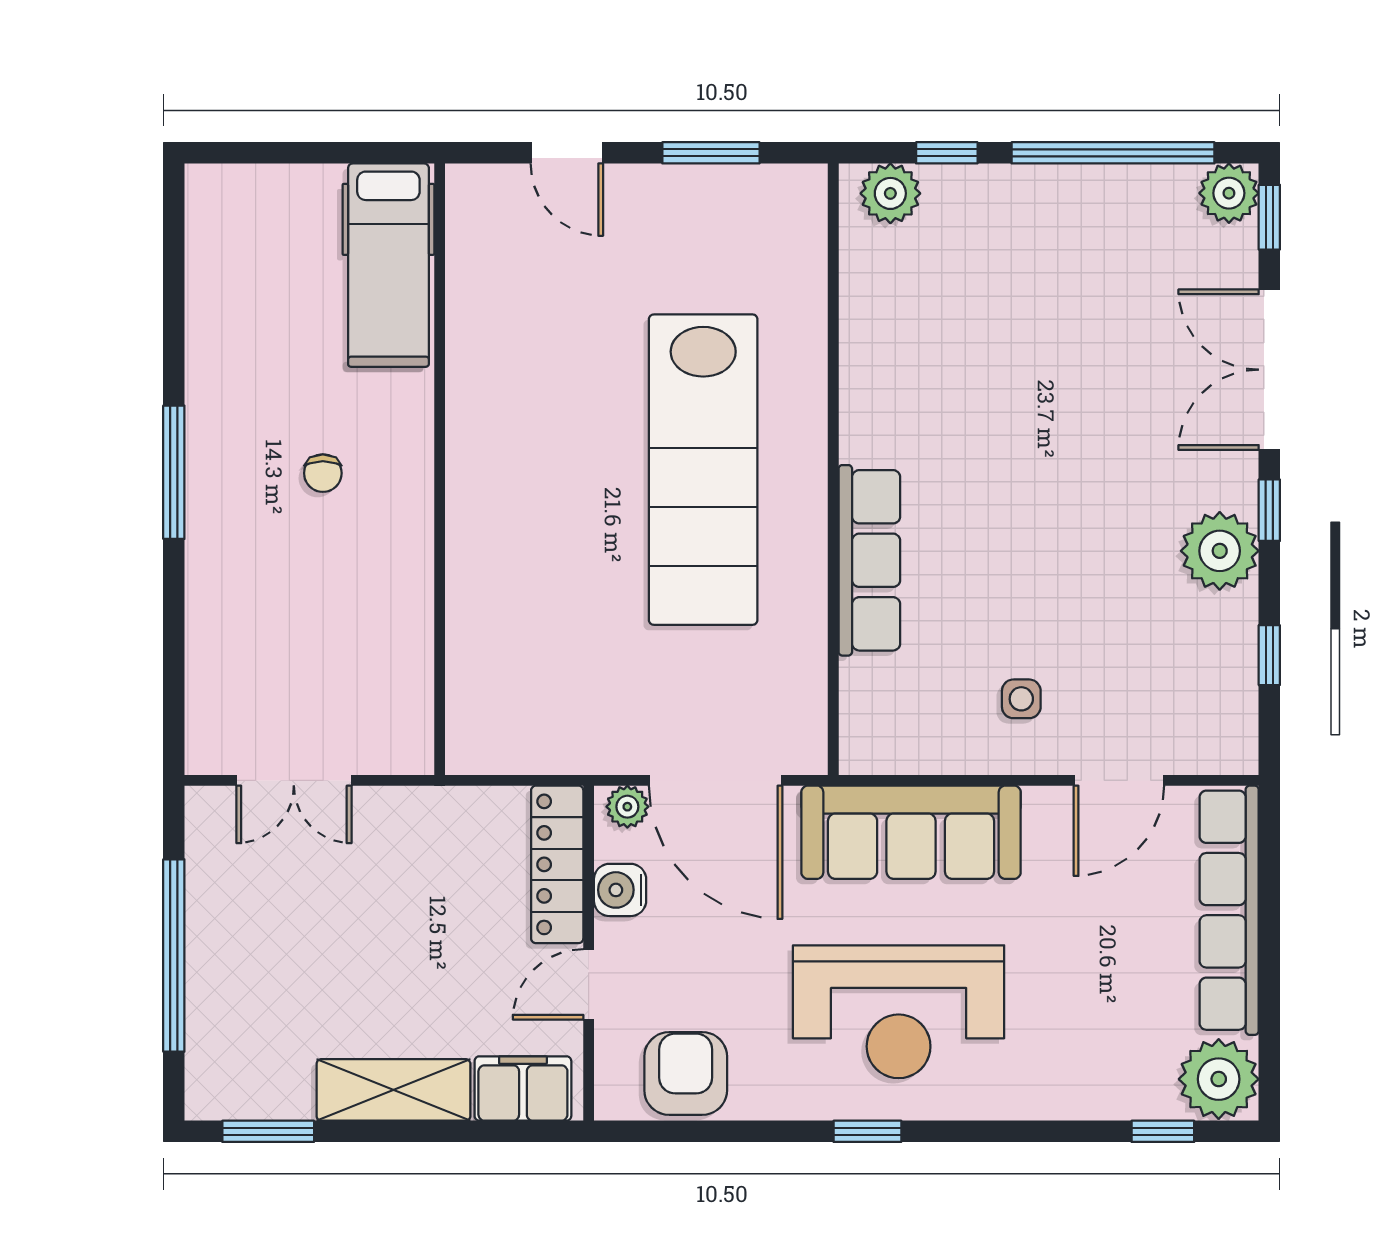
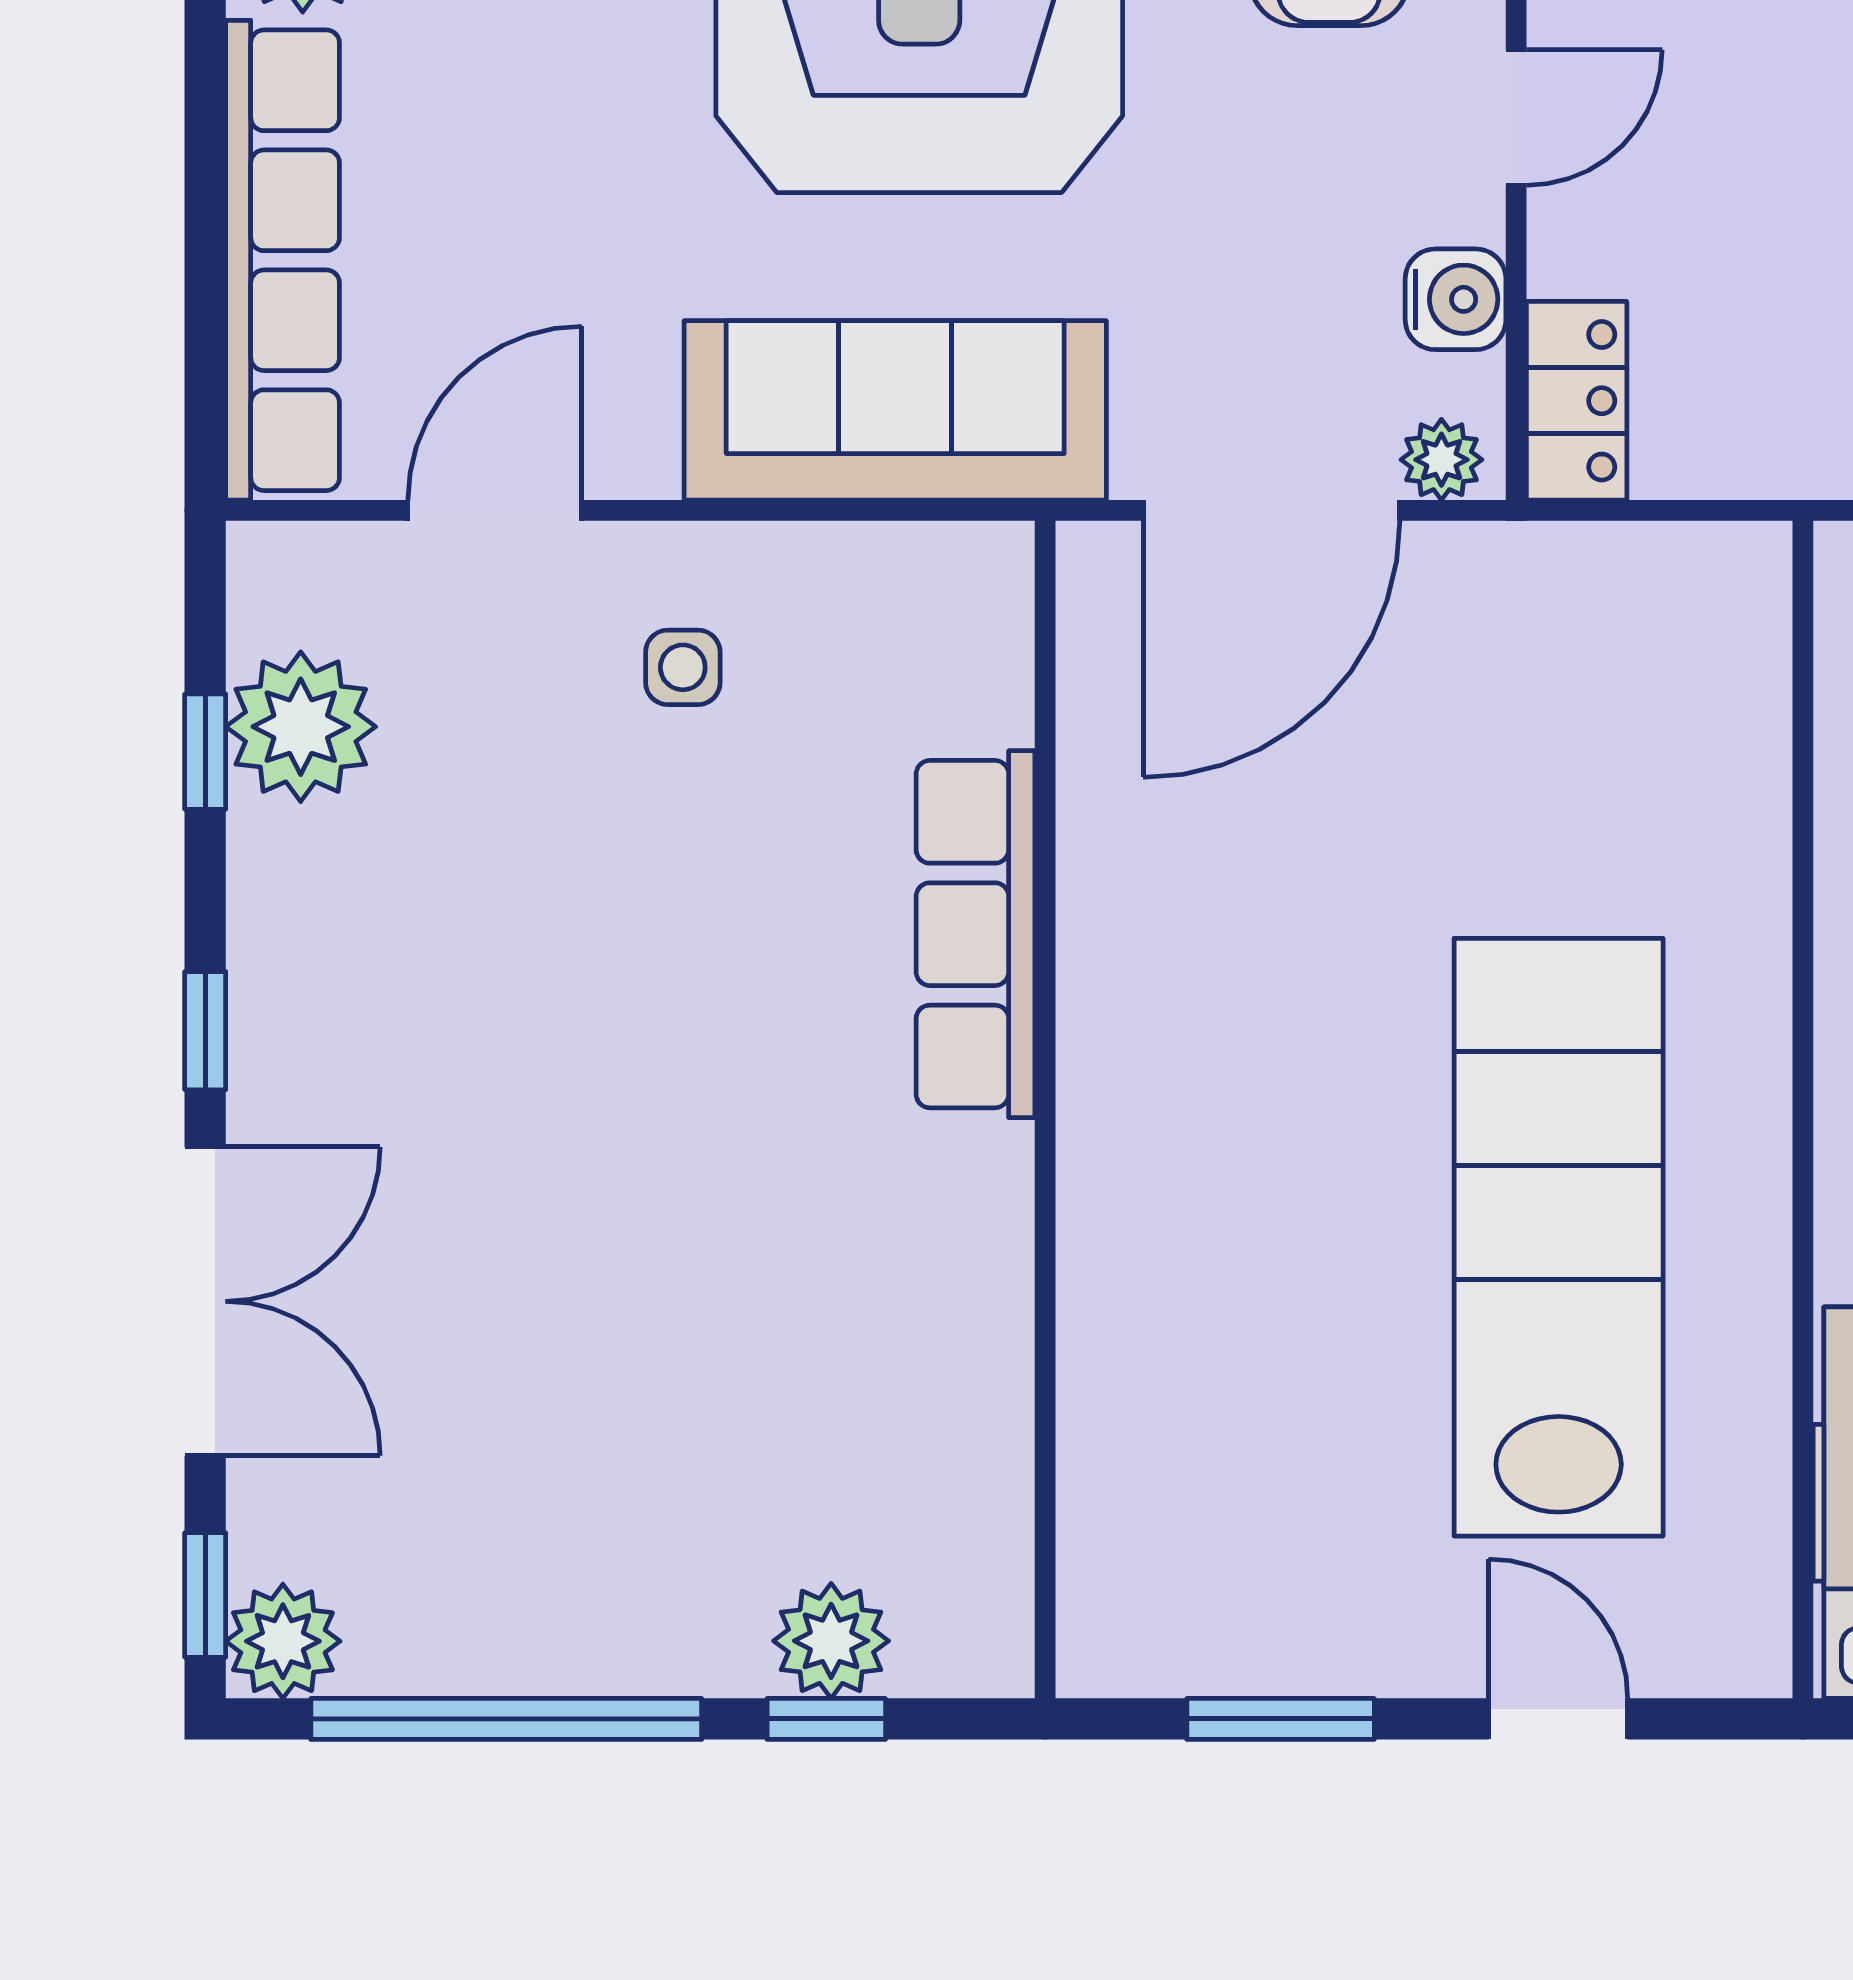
plant: (890, 193) -> (831, 1641), moved
lab bench: (703, 470) -> (1559, 1237), moved
plant: (1220, 551) -> (301, 727), moved
door: (716, 780) -> (1271, 510), swing flipped
locker: (557, 864) -> (1577, 401), width x0.66

